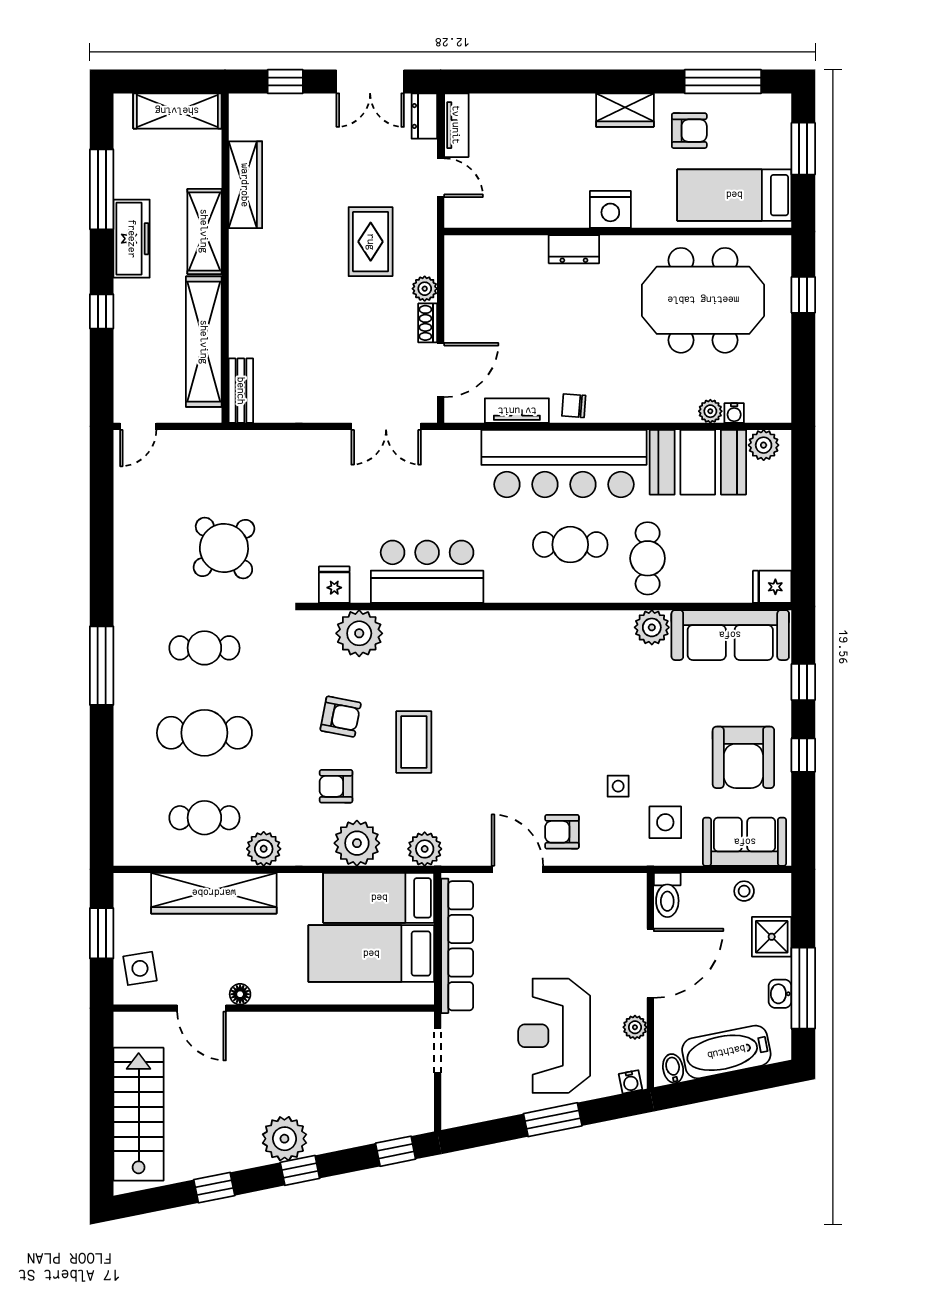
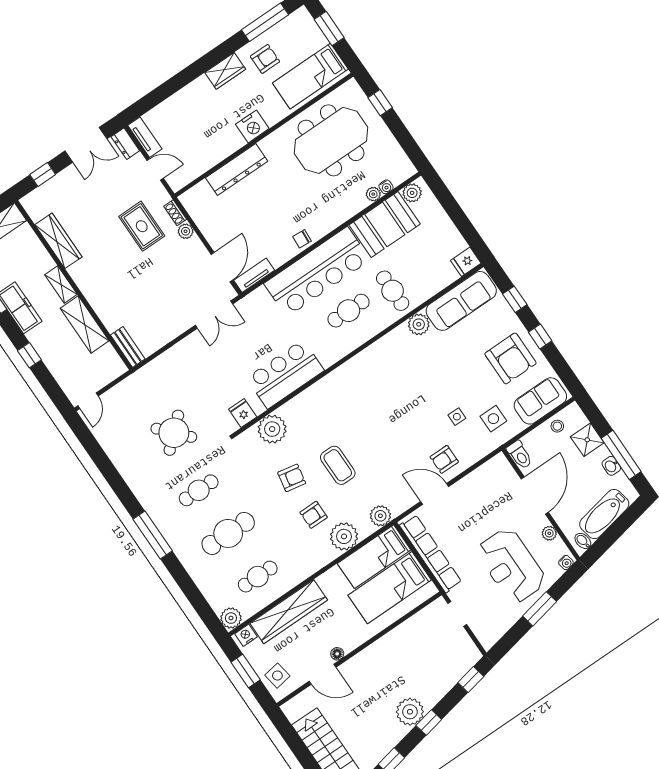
shelving: (204, 231) -> (61, 285), width x0.67, depth x0.75
dresser: (574, 249) -> (237, 169), width x1.96, depth x1.24
shoe rack: (428, 323) -> (175, 213), moved
shelving: (204, 342) -> (85, 324), width x0.68
tv unit: (517, 411) -> (254, 275), moved
plant: (264, 849) -> (231, 618), moved
nightstand: (135, 886) -> (246, 635), added

